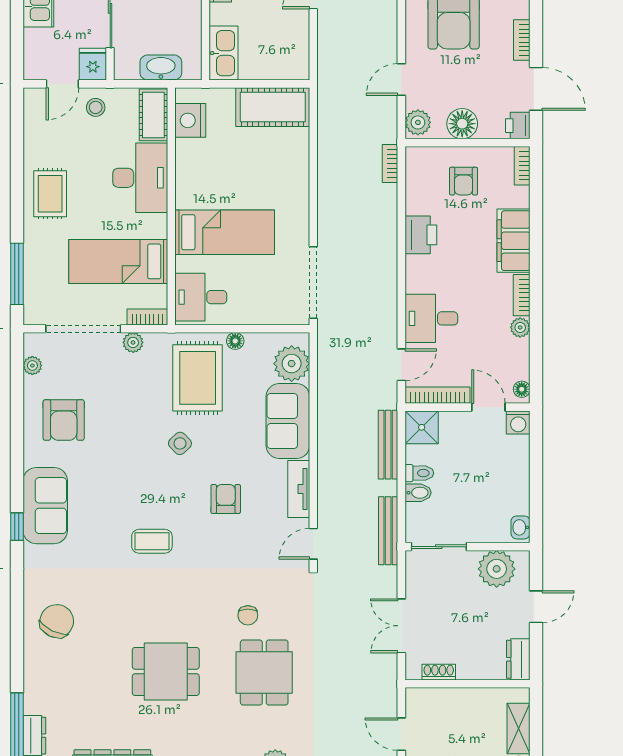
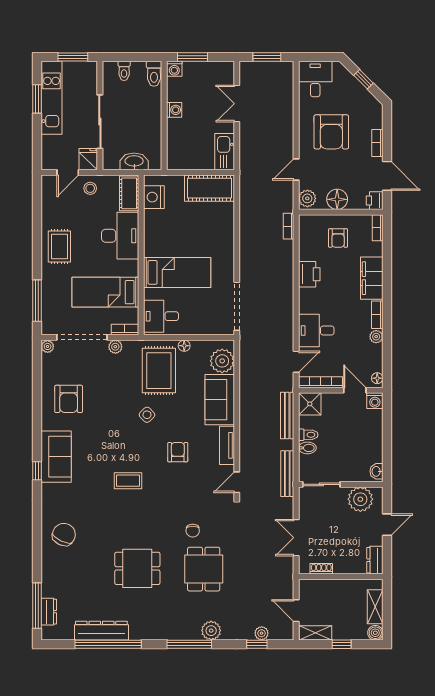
kitchen sink: (223, 53) -> (225, 152), moved, turned 180
plant: (32, 366) -> (48, 346), moved

